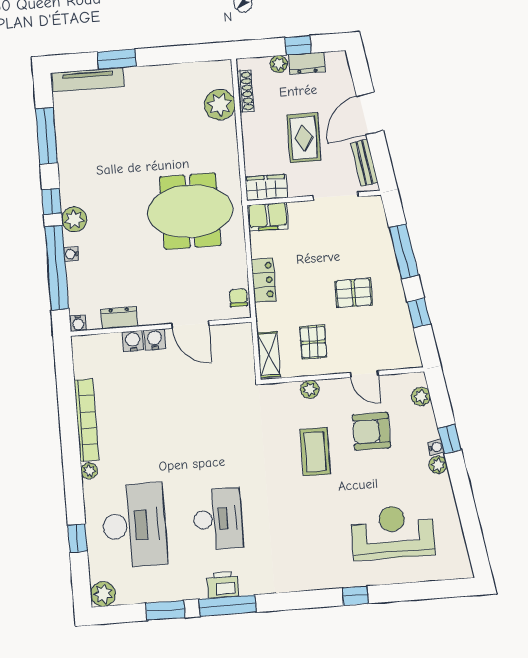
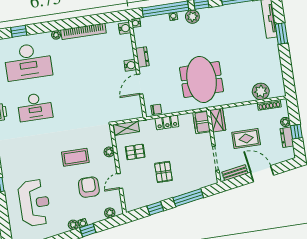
dresser: (119, 318) -> (142, 57), moved
water cooler: (133, 341) -> (125, 28), moved

